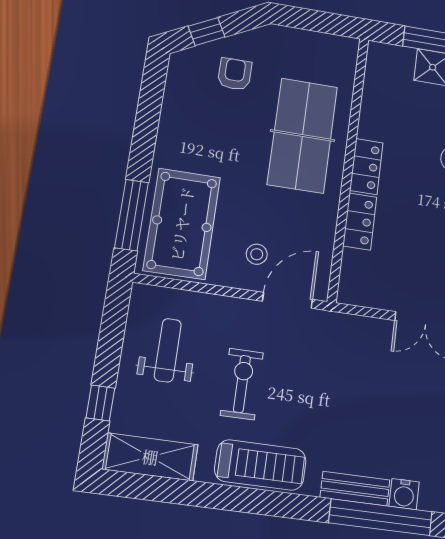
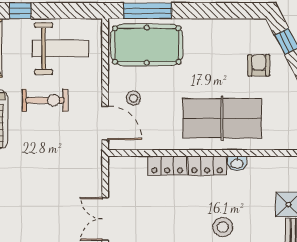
armchair: (235, 74) -> (259, 65), turned -90
washbasin: (368, 126) -> (237, 163), added
weight bench: (168, 350) -> (60, 49), width x1.36, depth x1.33

